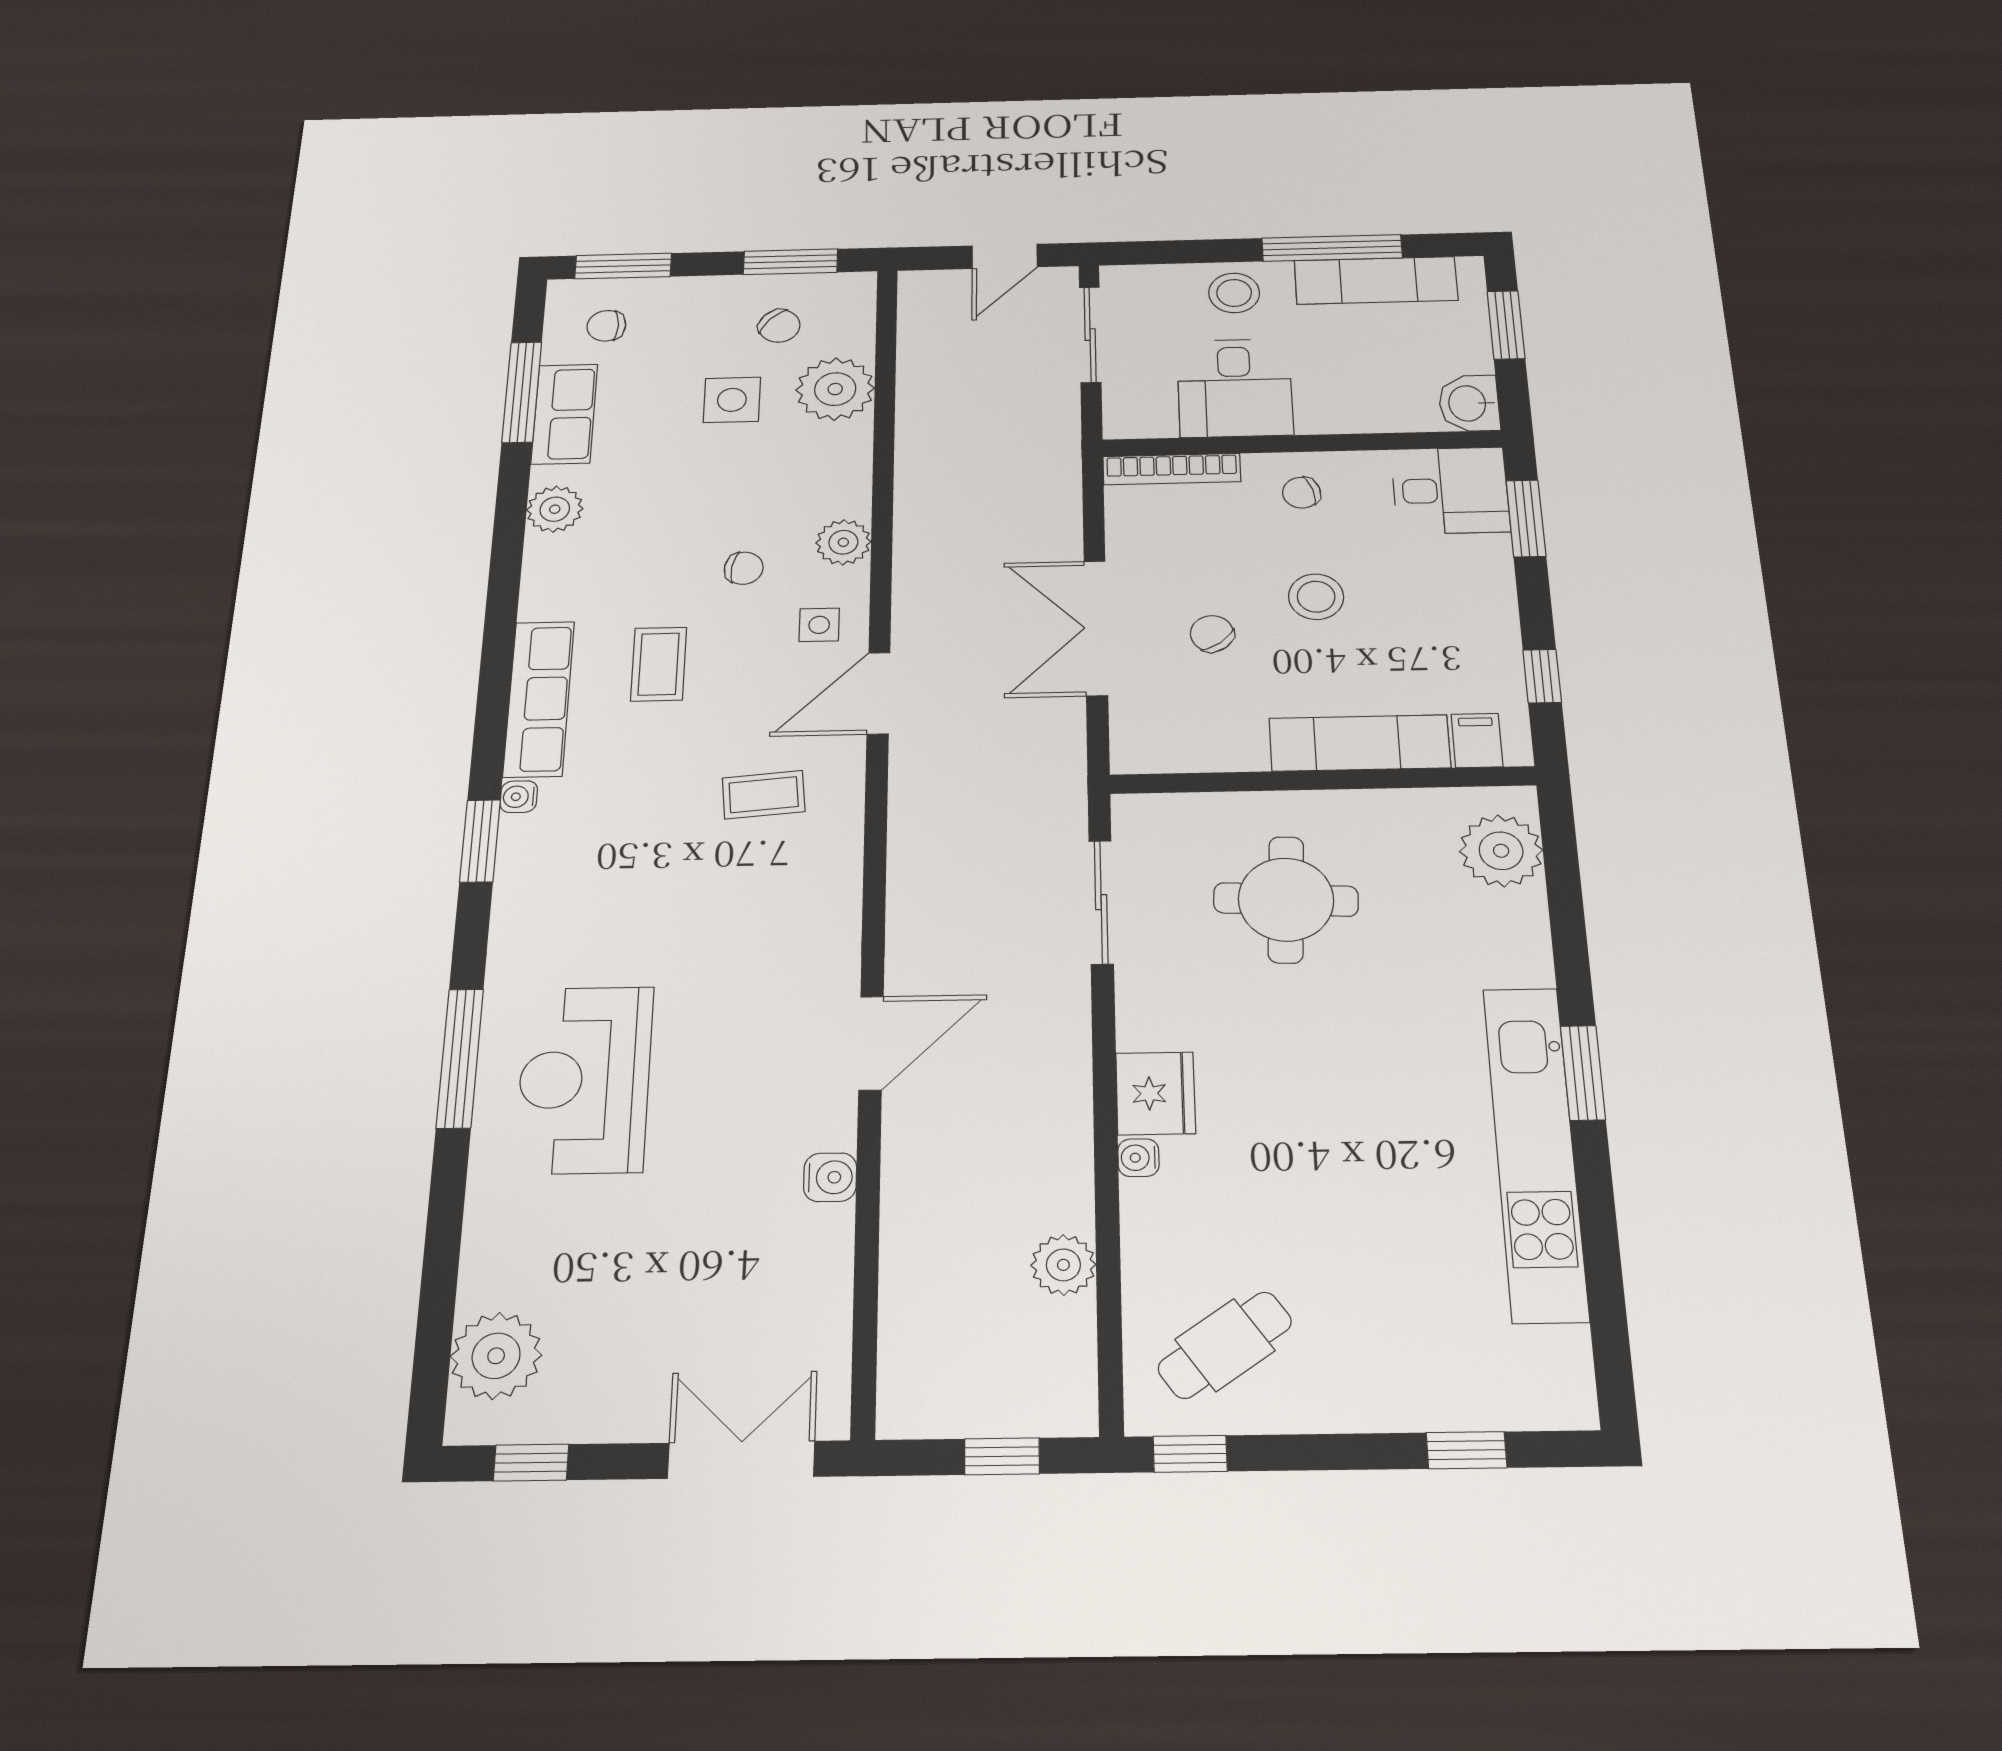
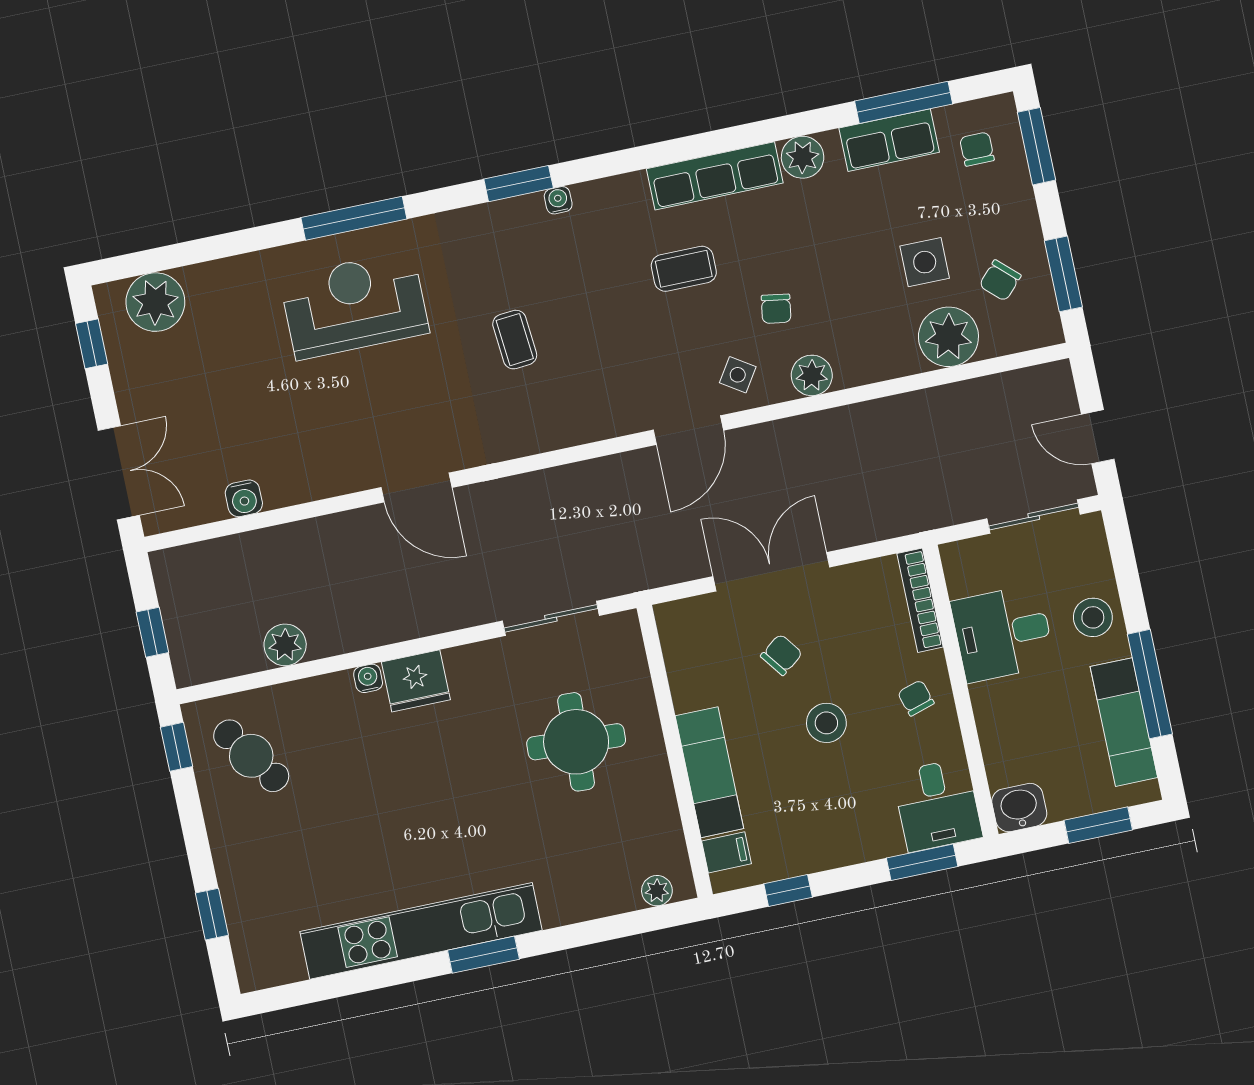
side table: (819, 625) -> (738, 375), turned 33
door: (878, 693) -> (688, 430), swing flipped
row of seats: (539, 699) -> (715, 176), moved
coffee table: (764, 795) -> (515, 340), moved
plant: (1501, 851) -> (657, 891), width x0.53, depth x0.53
water cooler: (830, 1177) -> (244, 498), moved

